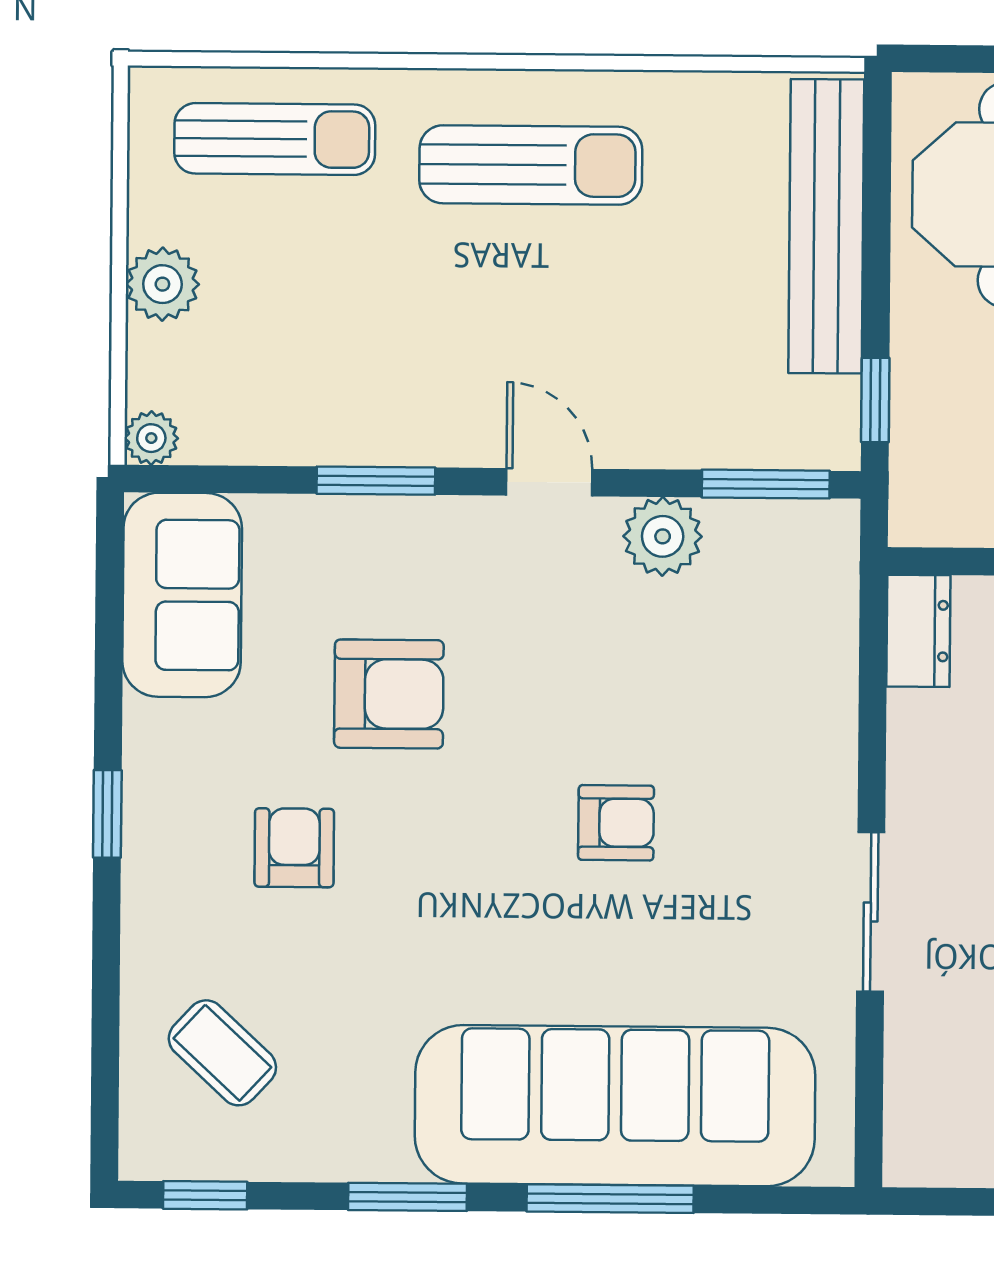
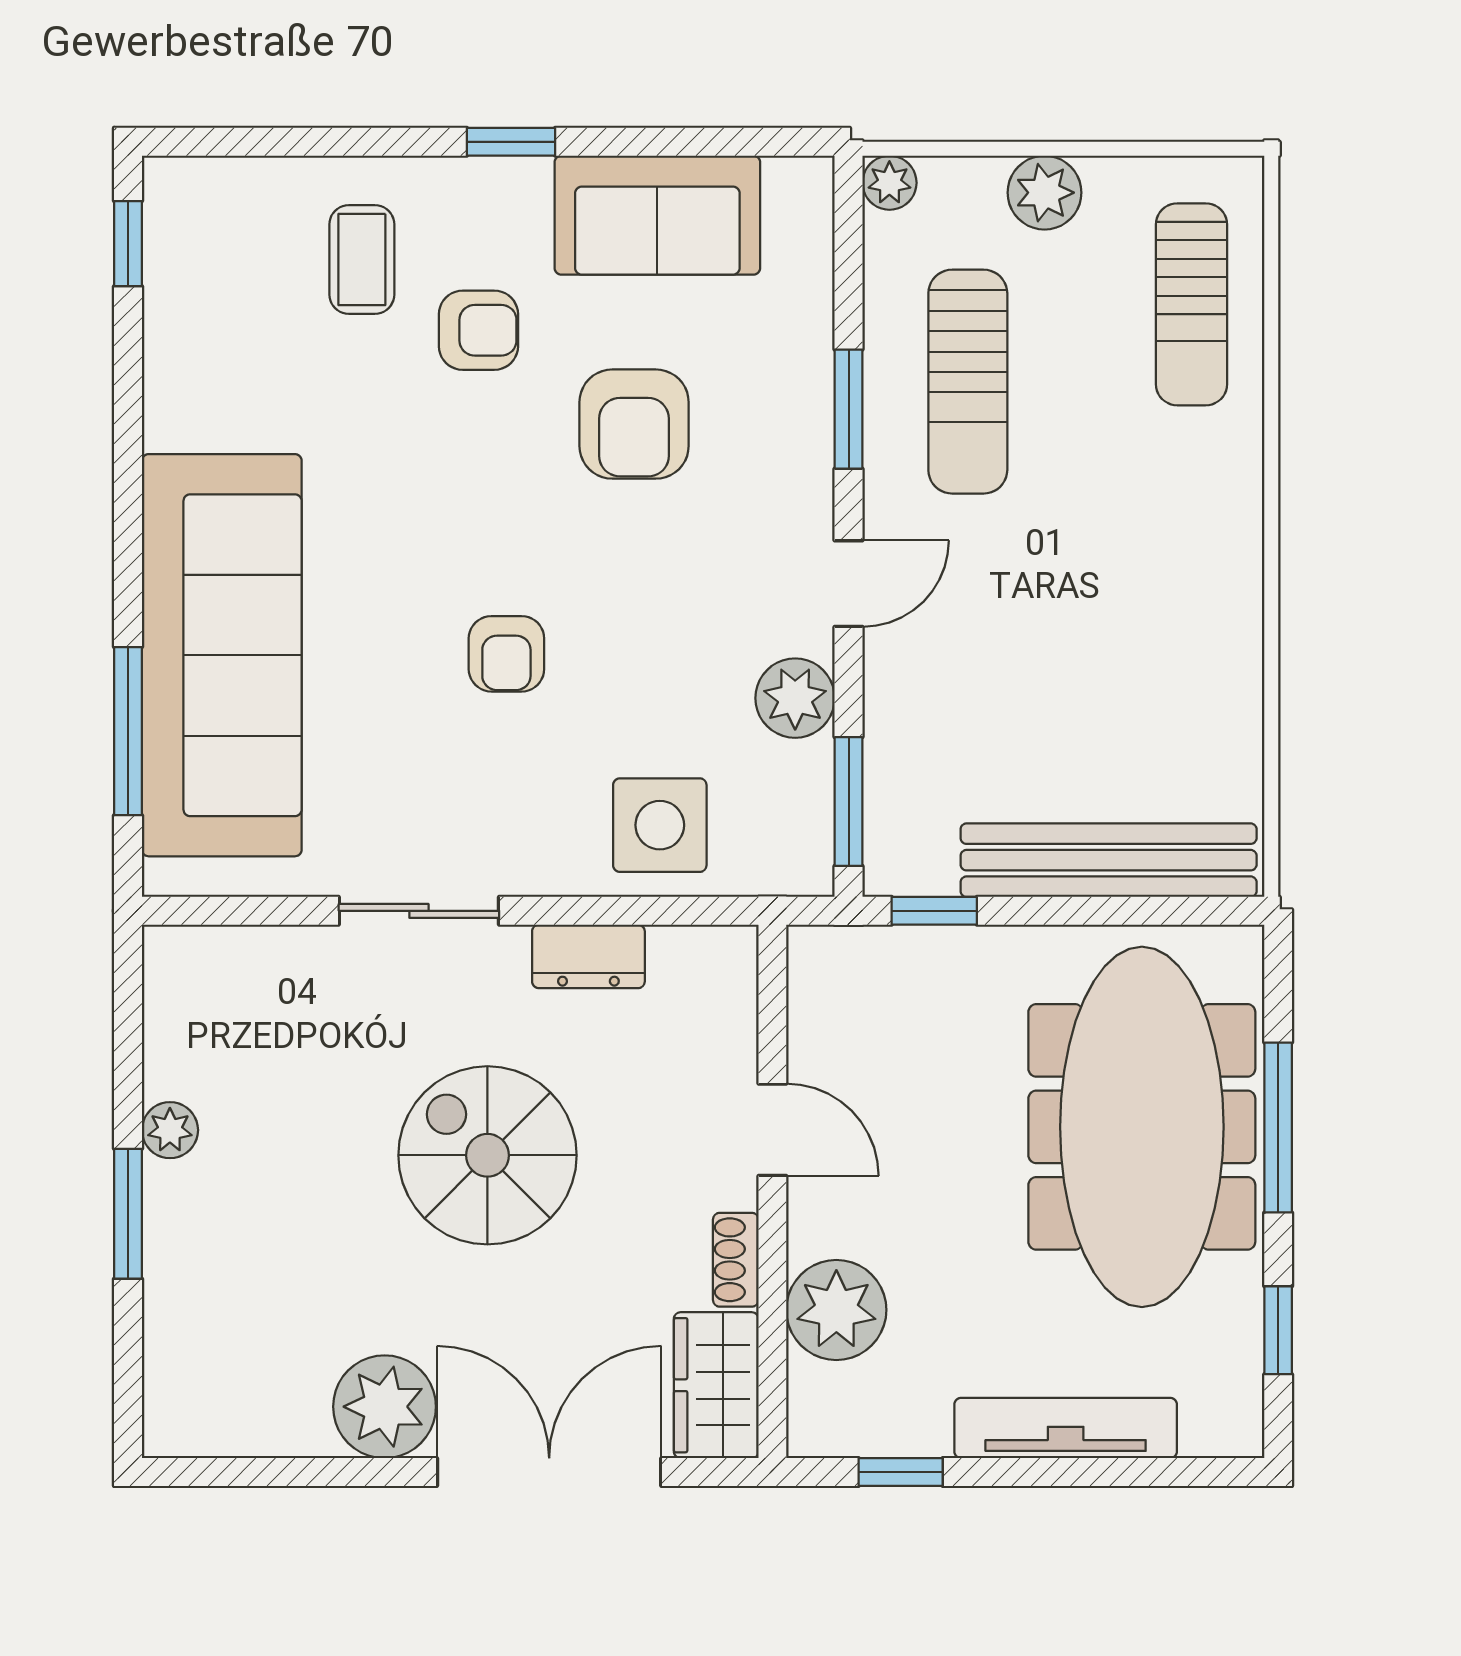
sun lounger: (531, 165) -> (968, 382), moved
sofa: (182, 595) -> (657, 215), moved
dresser: (918, 631) -> (588, 956), moved
side table: (788, 672) -> (660, 825), added
coffee table: (222, 1053) -> (362, 259), moved, turned -43
window: (407, 1197) -> (128, 447), removed
window: (610, 1199) -> (128, 731), moved

